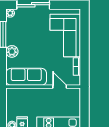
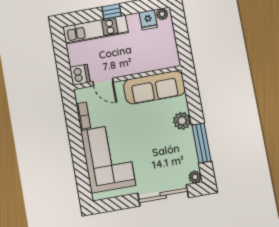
dishwasher: (74, 94) -> (80, 75), added

